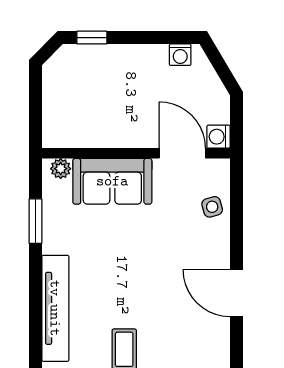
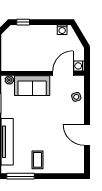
door: (182, 153) -> (63, 73), hinge flipped

